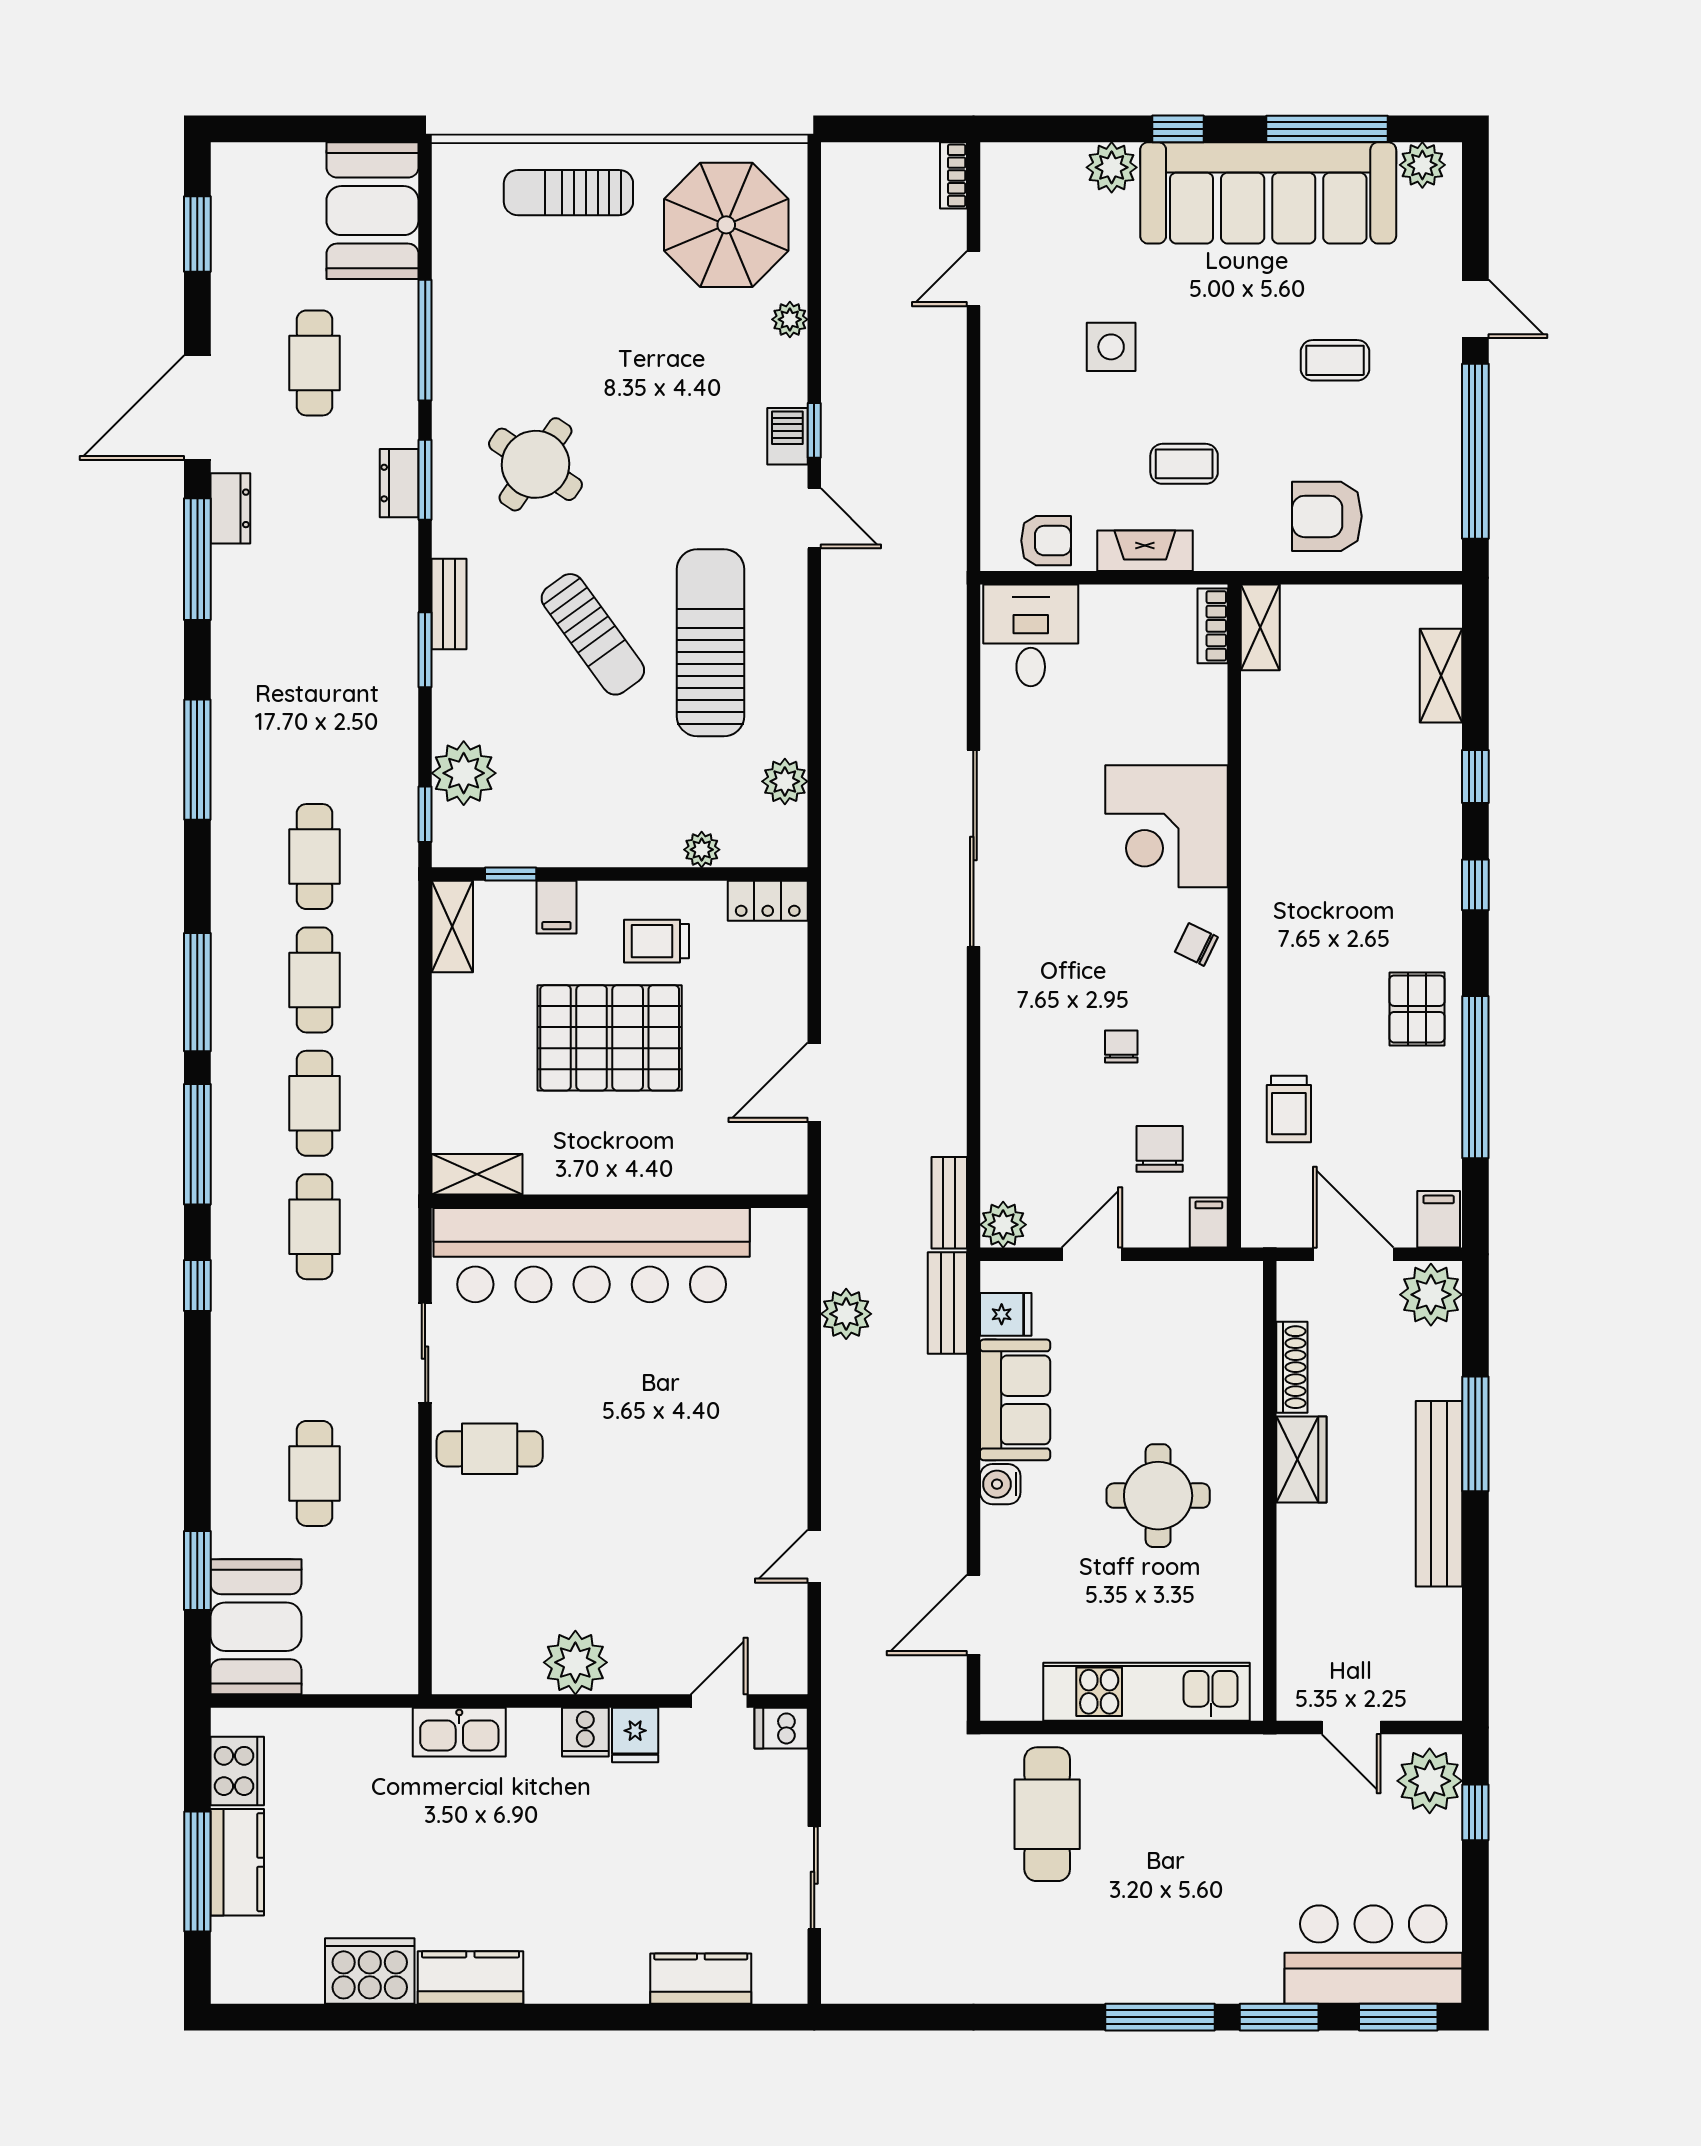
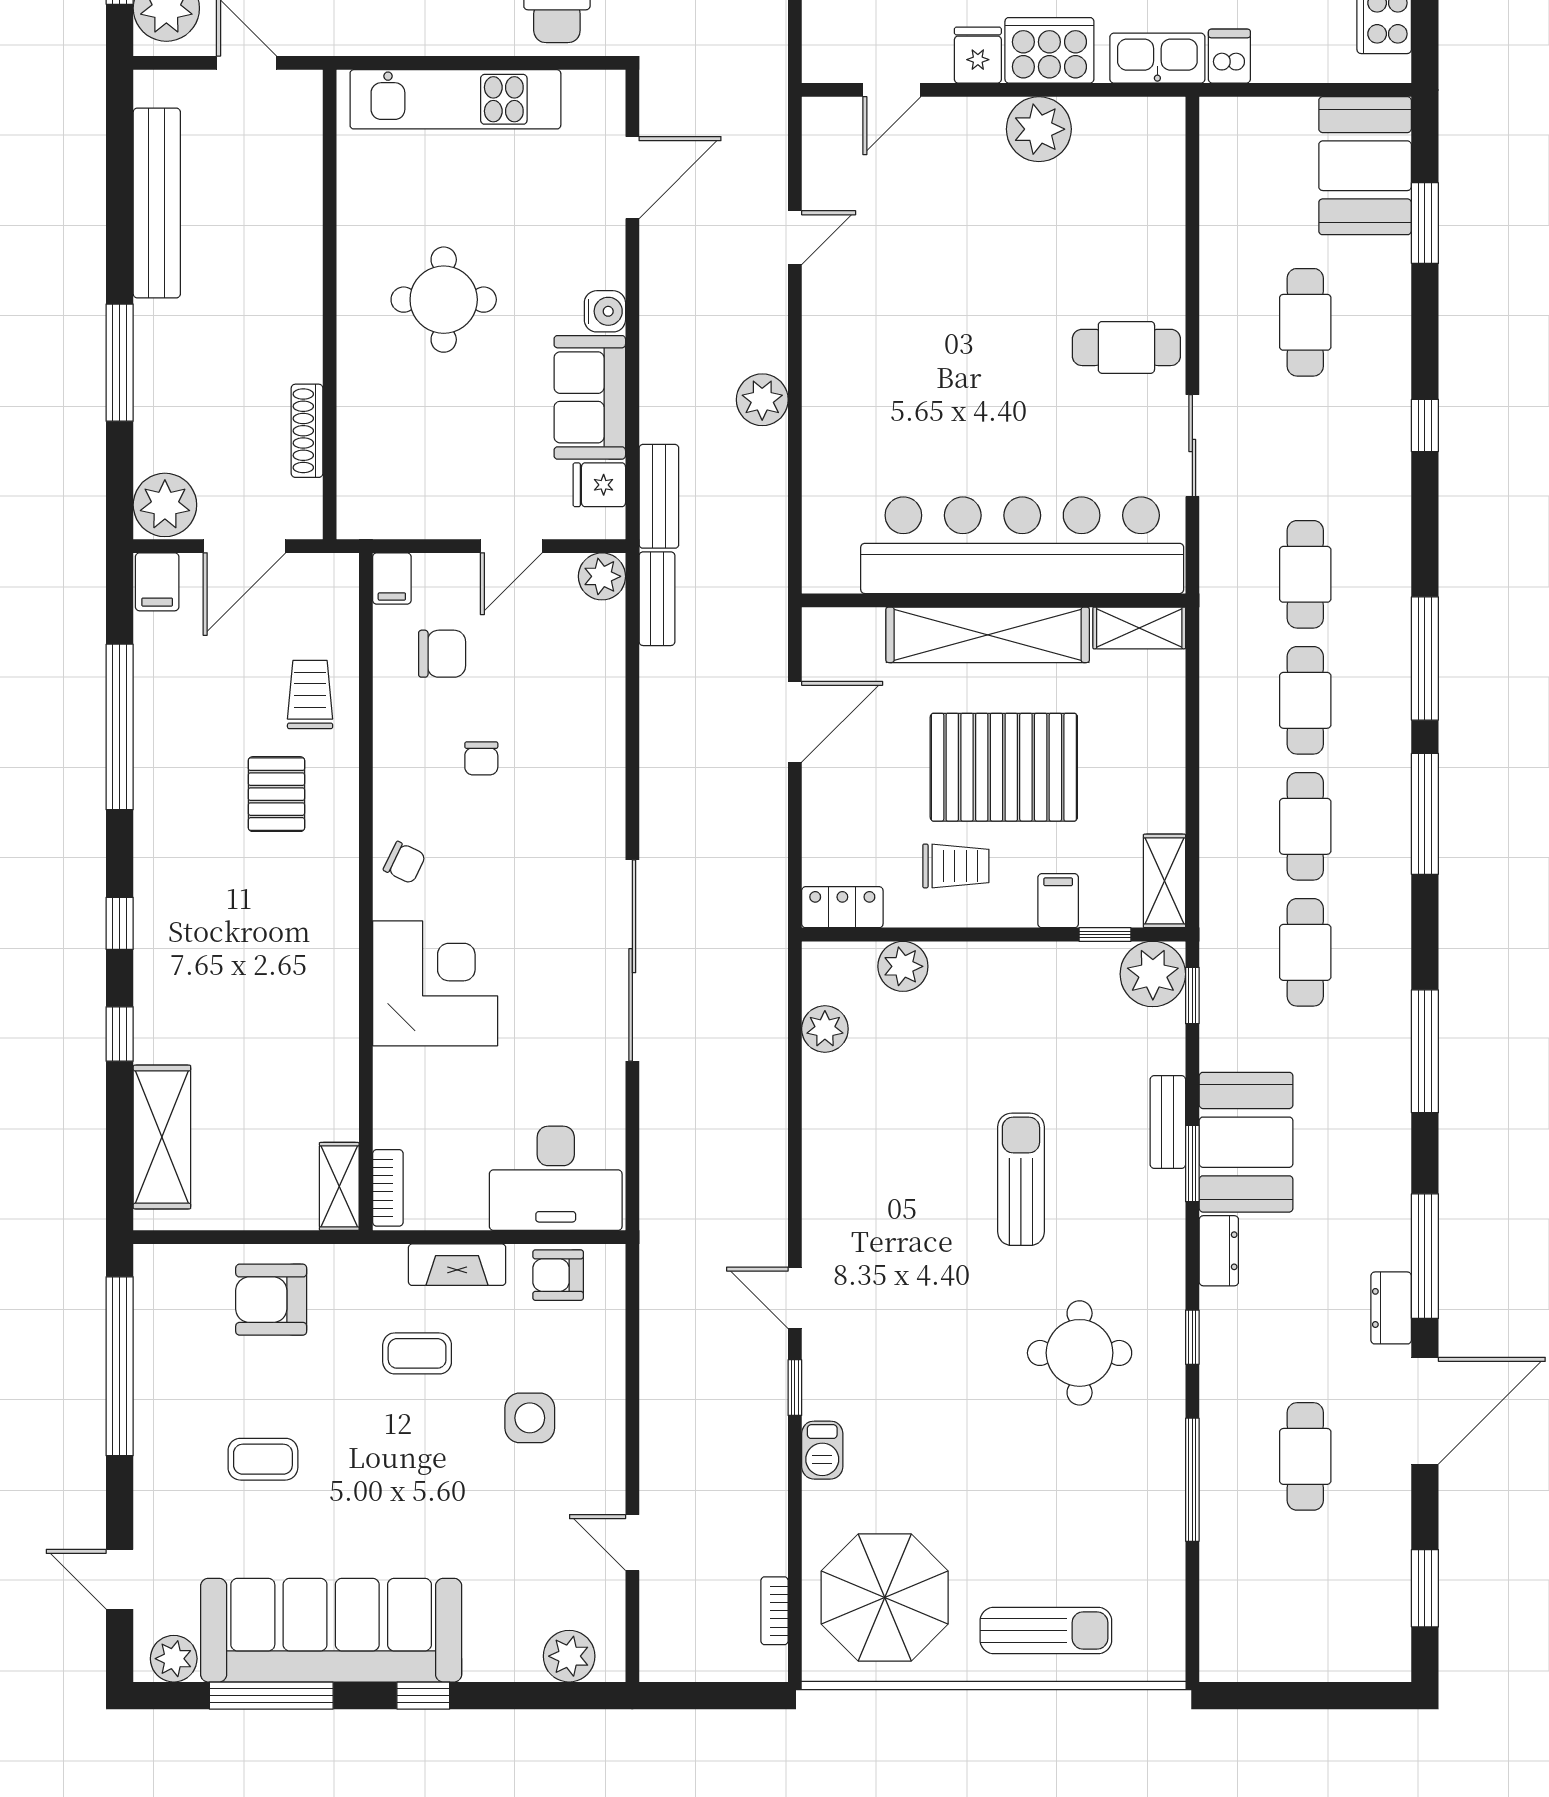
plant: (1112, 167) -> (569, 1656), moved
bookcase: (953, 175) -> (775, 1611), moved, turned 180
booth: (372, 211) -> (1246, 1142), moved
door: (973, 279) -> (632, 1543), swing flipped
door: (1475, 309) -> (120, 1579), moved
plant: (790, 319) -> (820, 1501), removed
side table: (1111, 347) -> (530, 1418), moved
barbecue: (787, 436) -> (822, 1450), moved
round table: (535, 464) -> (1080, 1353), turned -34
window: (425, 480) -> (1192, 1337), width x0.67
dresser: (399, 483) -> (1219, 1251), moved
armchair: (1327, 516) -> (271, 1300), turned 180
bench: (449, 604) -> (1168, 1122), moved
sun lounger: (593, 634) -> (1021, 1179), turned 36
desk: (1031, 635) -> (556, 1178), width x1.37
sun lounger: (711, 643) -> (901, 1171), removed
shelving: (1441, 676) -> (162, 1137), width x1.50, depth x1.33
plant: (464, 773) -> (1153, 974), moved
plant: (702, 850) -> (903, 966), width x1.38, depth x1.38
pallet: (1417, 1009) -> (276, 794), moved
chair: (1160, 1149) -> (442, 654), turned -90
shelving: (625, 1167) -> (988, 635), added
door: (1353, 1254) -> (244, 546), hinge flipped
window: (197, 1286) -> (1425, 425), moved
plant: (846, 1314) -> (762, 400), moved
wardrobe: (1301, 1459) -> (297, 336), removed
bench: (1439, 1494) -> (157, 203), moved
dishwasher: (781, 1728) -> (1229, 56), moved, turned -90
cooker: (585, 1732) -> (1049, 50), width x1.87, depth x1.31

